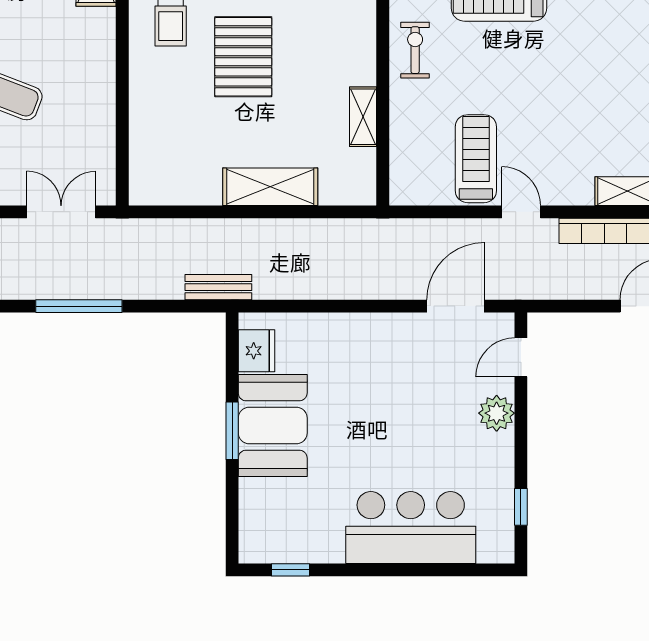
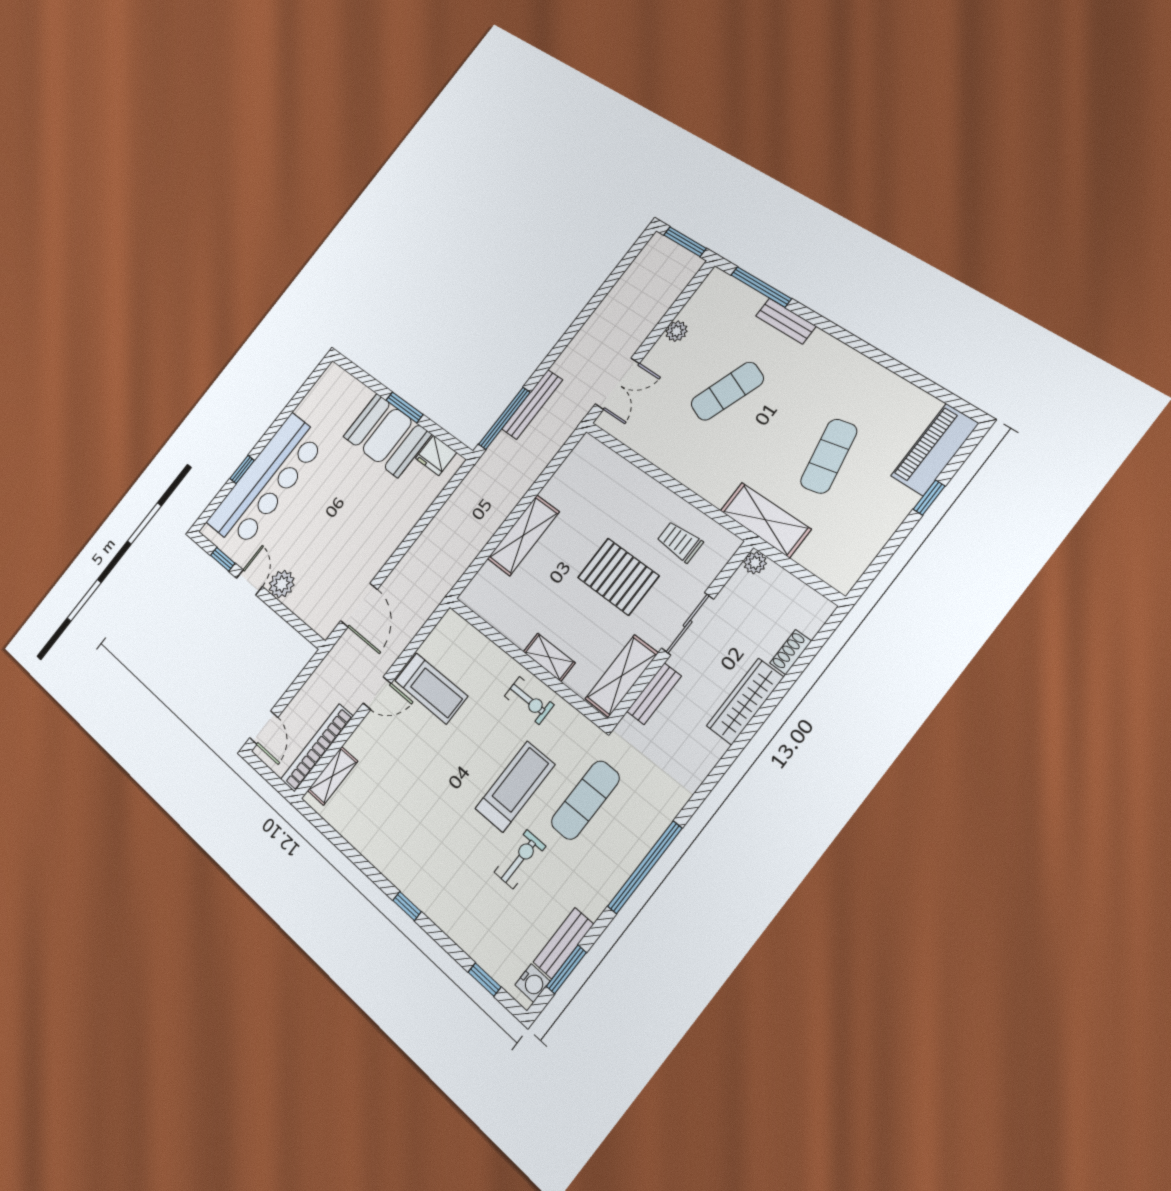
shelving: (363, 117) -> (549, 657), moved
bench: (218, 287) -> (532, 404), moved, width x1.36
window: (79, 306) -> (504, 418), moved
door: (521, 357) -> (249, 582), moved
bar counter: (411, 527) -> (267, 482), width x1.36
window: (290, 570) -> (242, 470), moved

